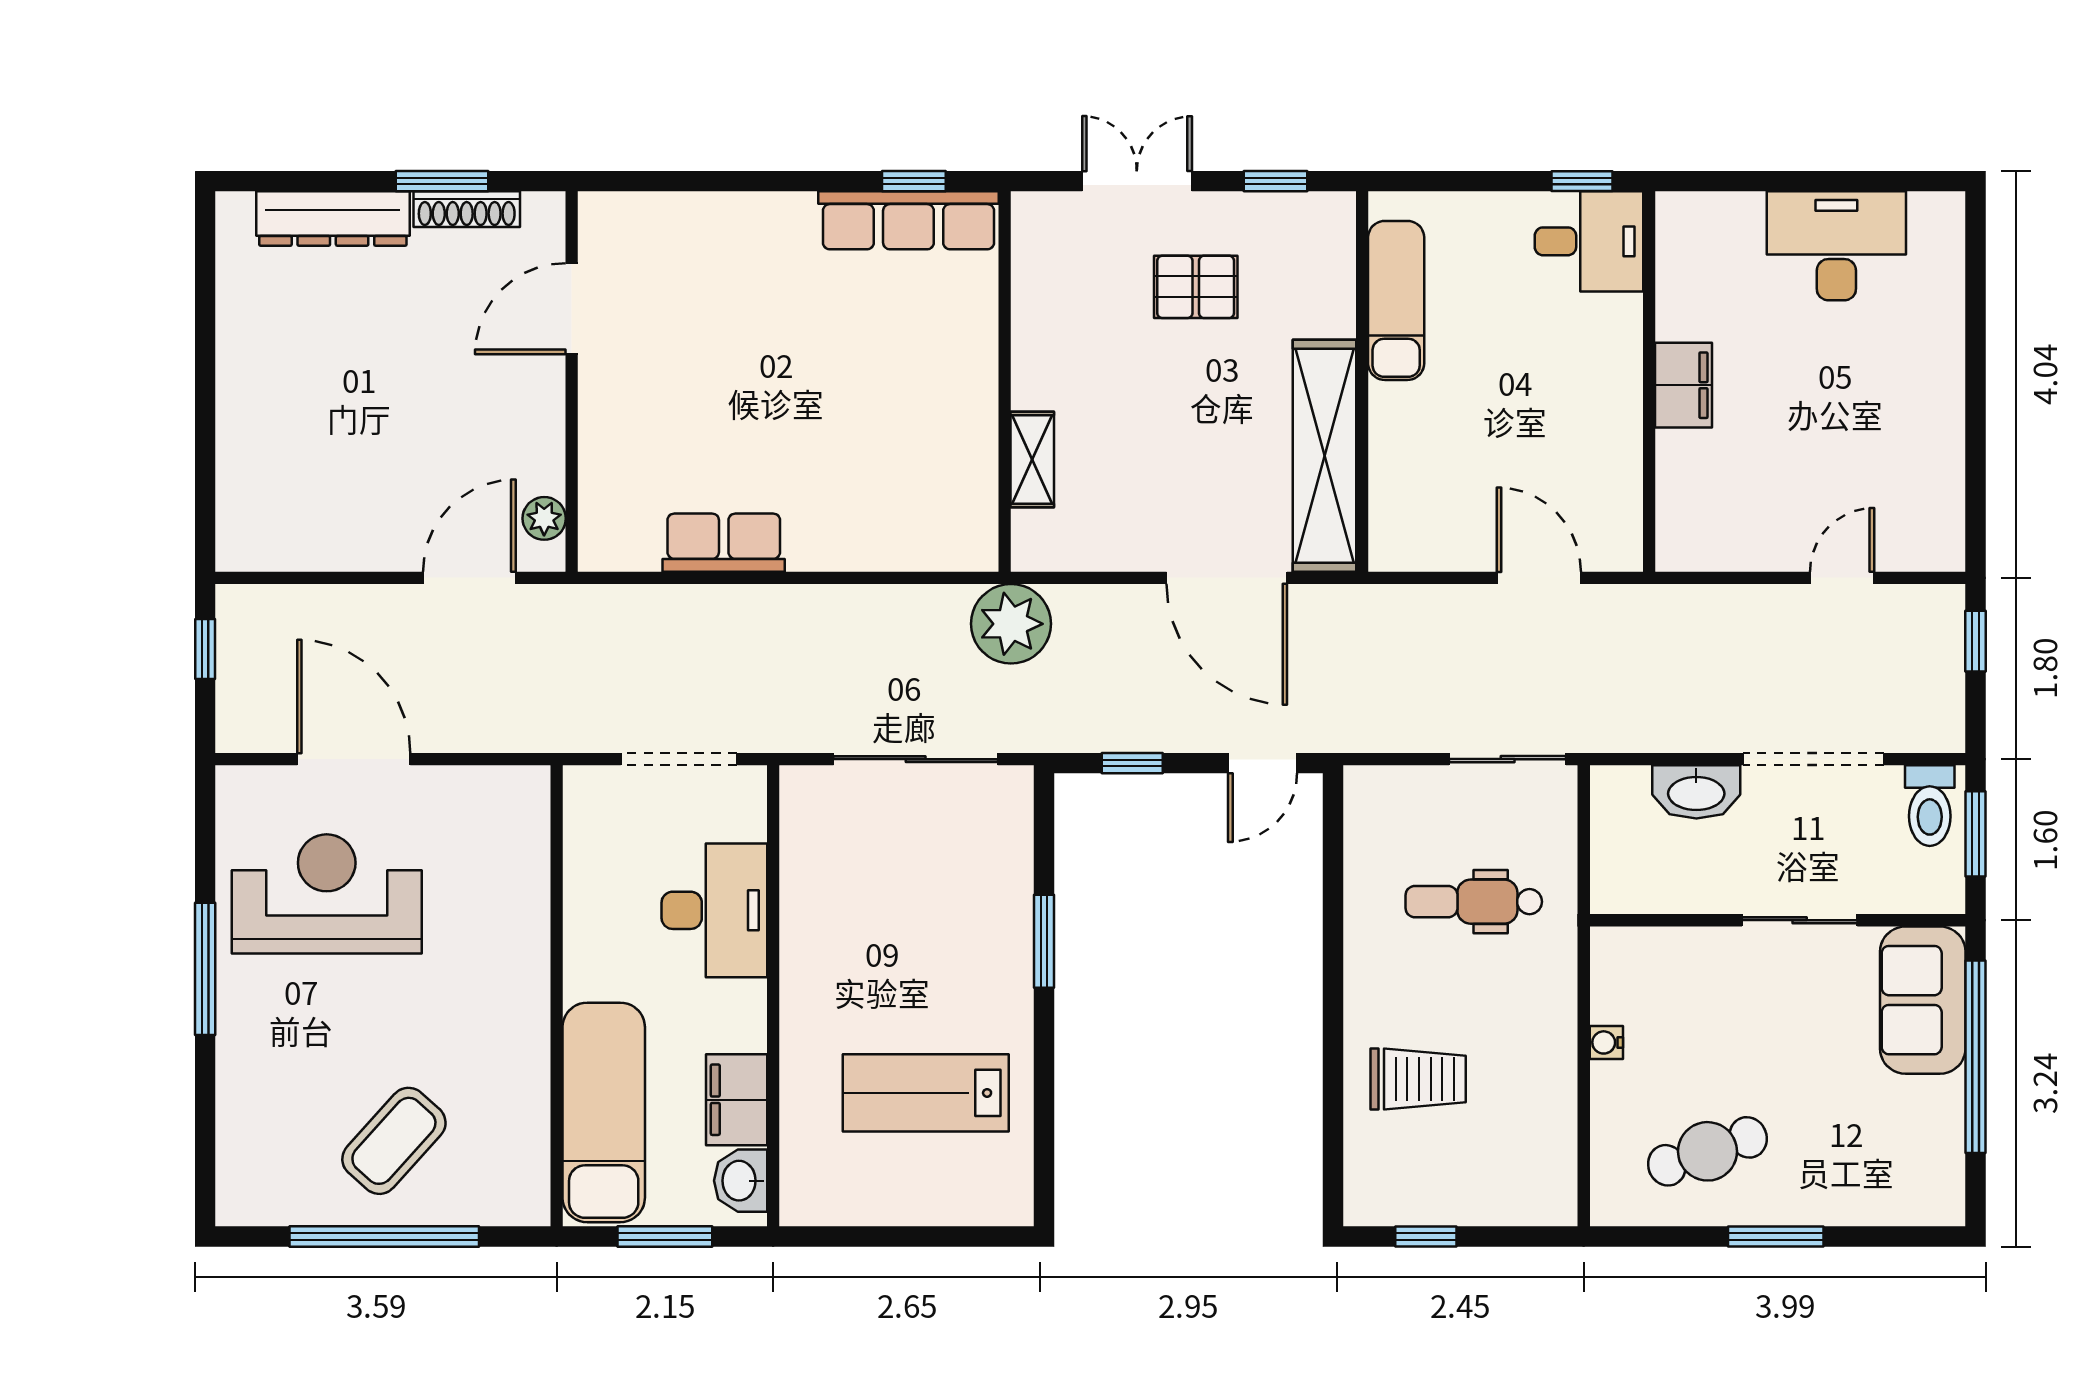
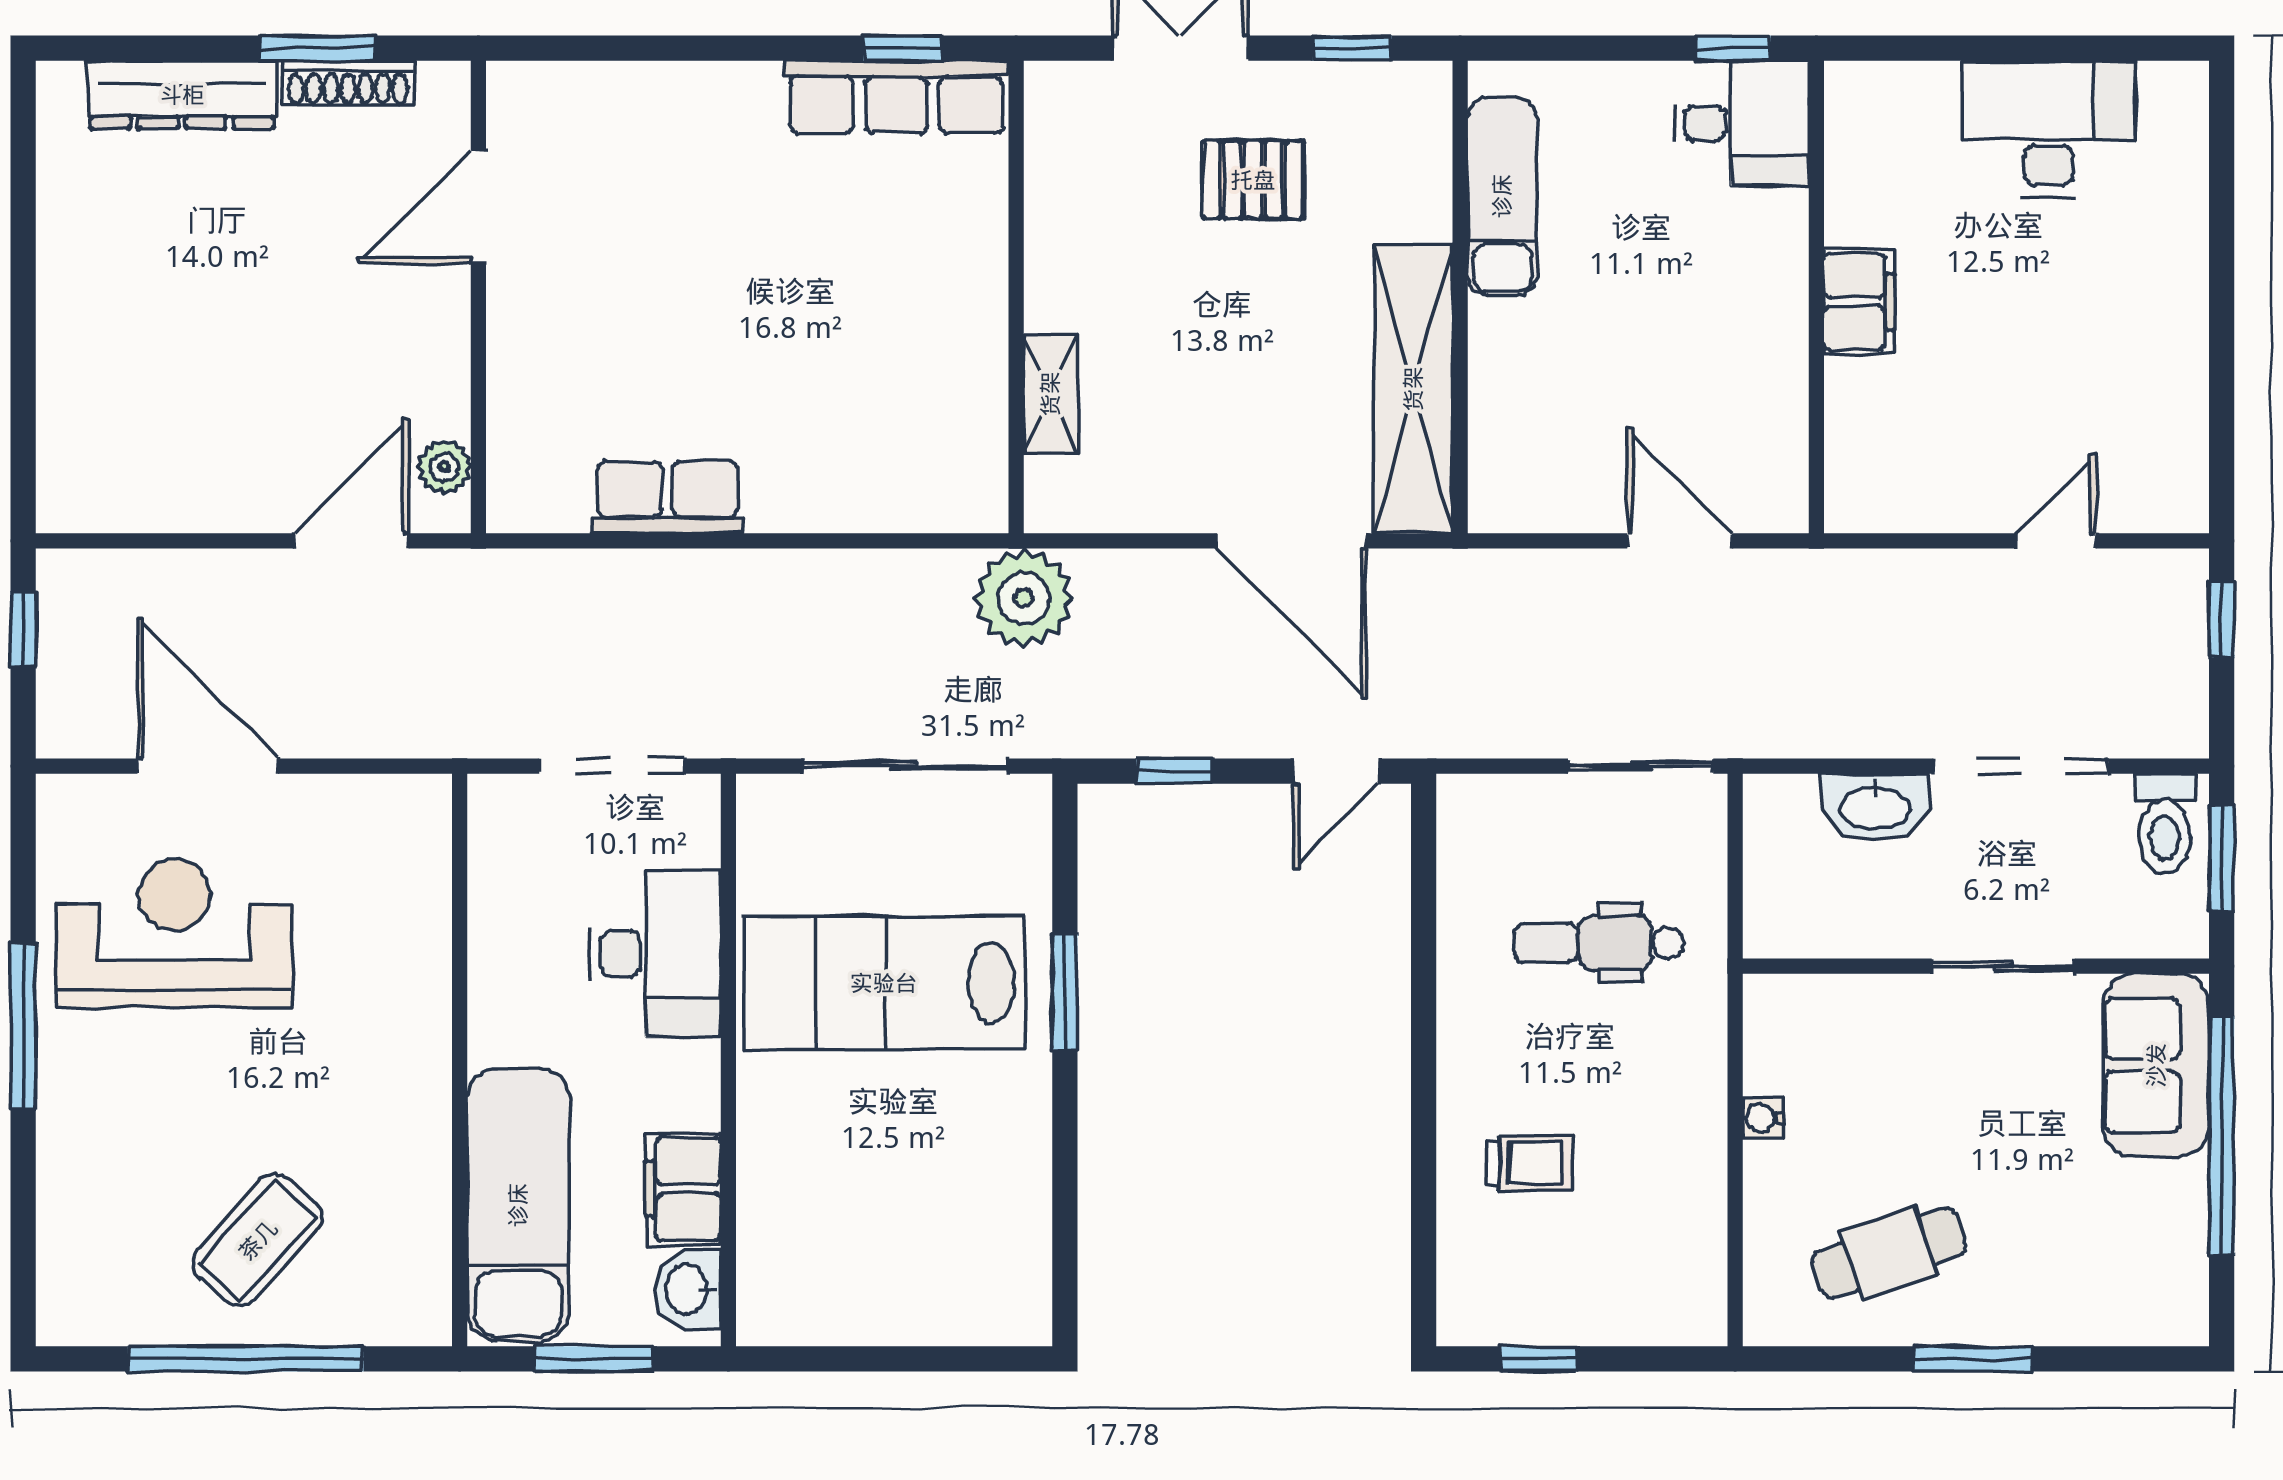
trolley: (1418, 1079) -> (1530, 1163), width x0.73, depth x0.72
lab bench: (926, 1093) -> (884, 983), moved, width x1.36, depth x1.39

